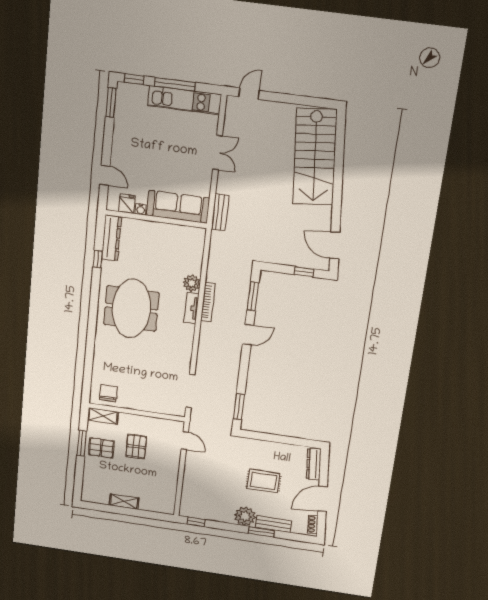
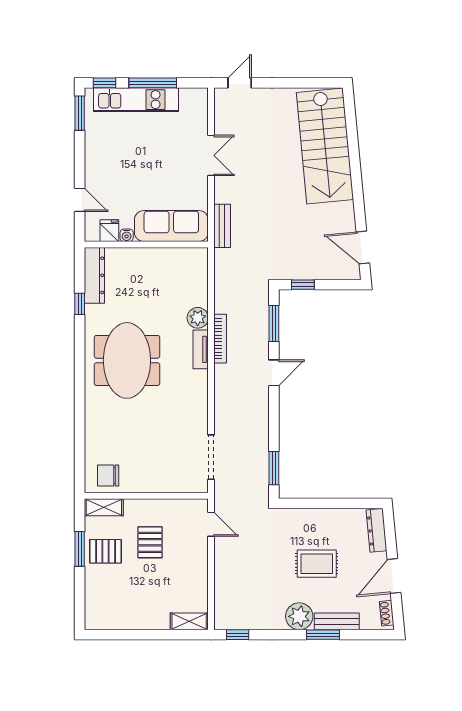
kitchen unit: (184, 100) -> (136, 100), moved
window: (304, 272) -> (303, 285), moved
chair: (108, 393) -> (108, 476), turned -90
shelving: (124, 502) -> (189, 621), moved

